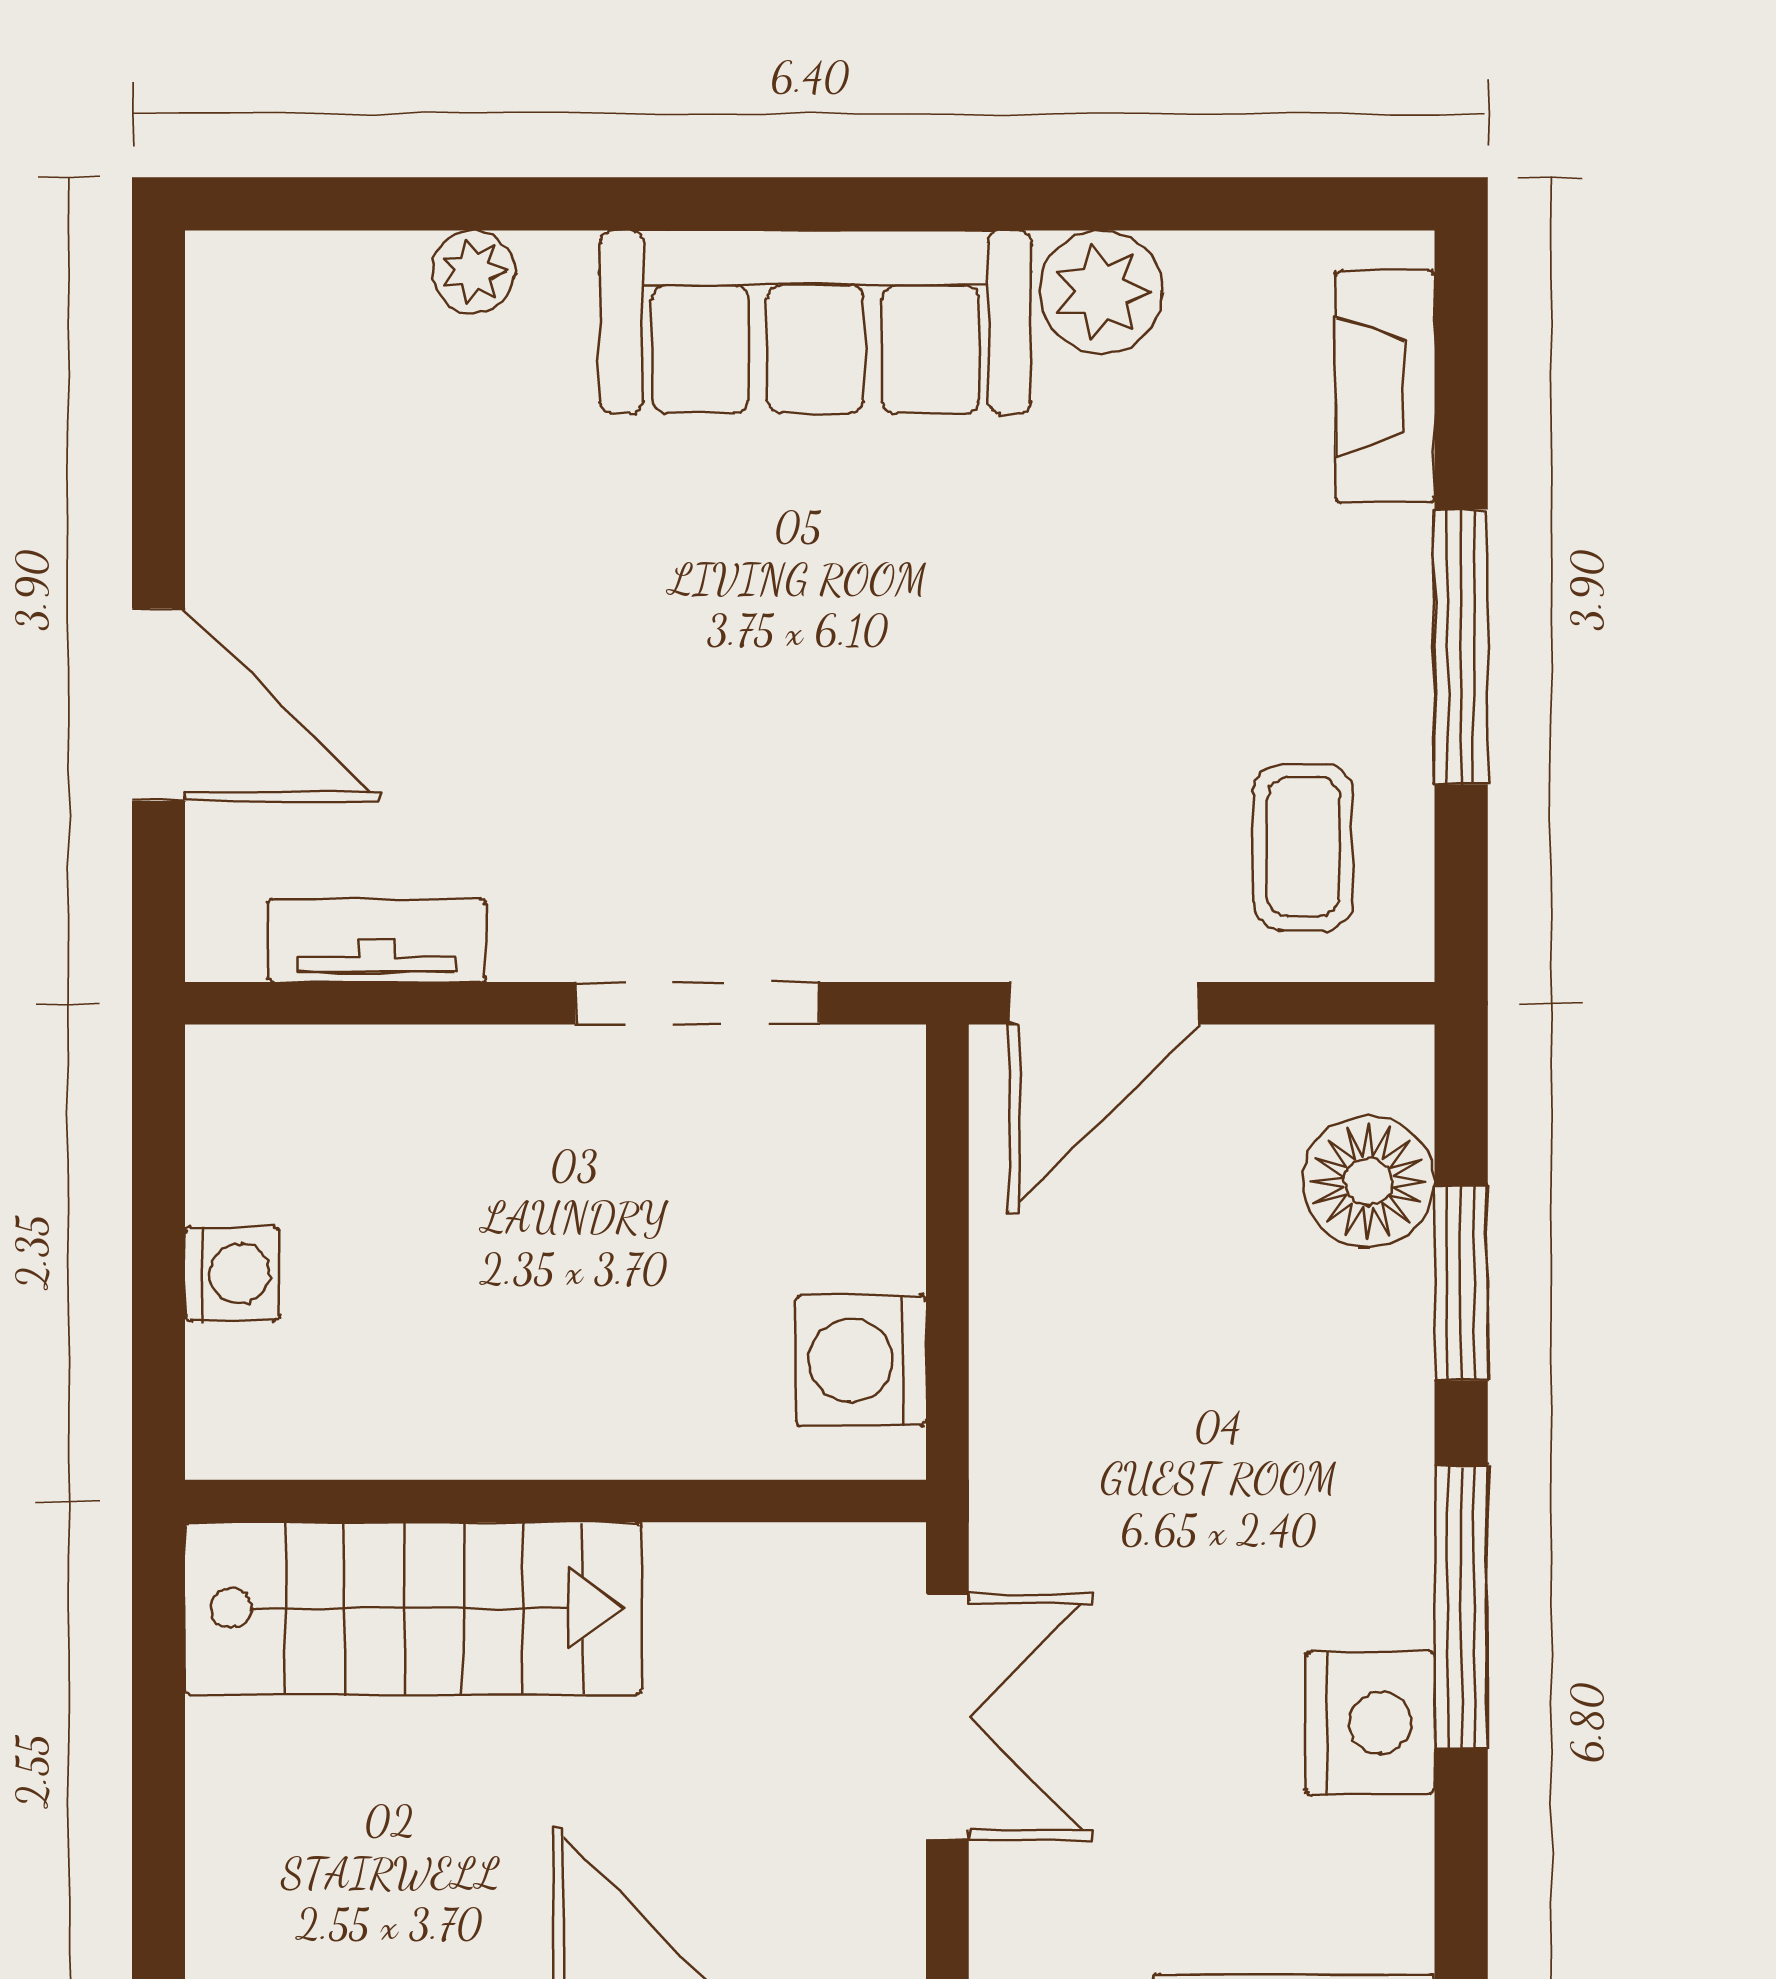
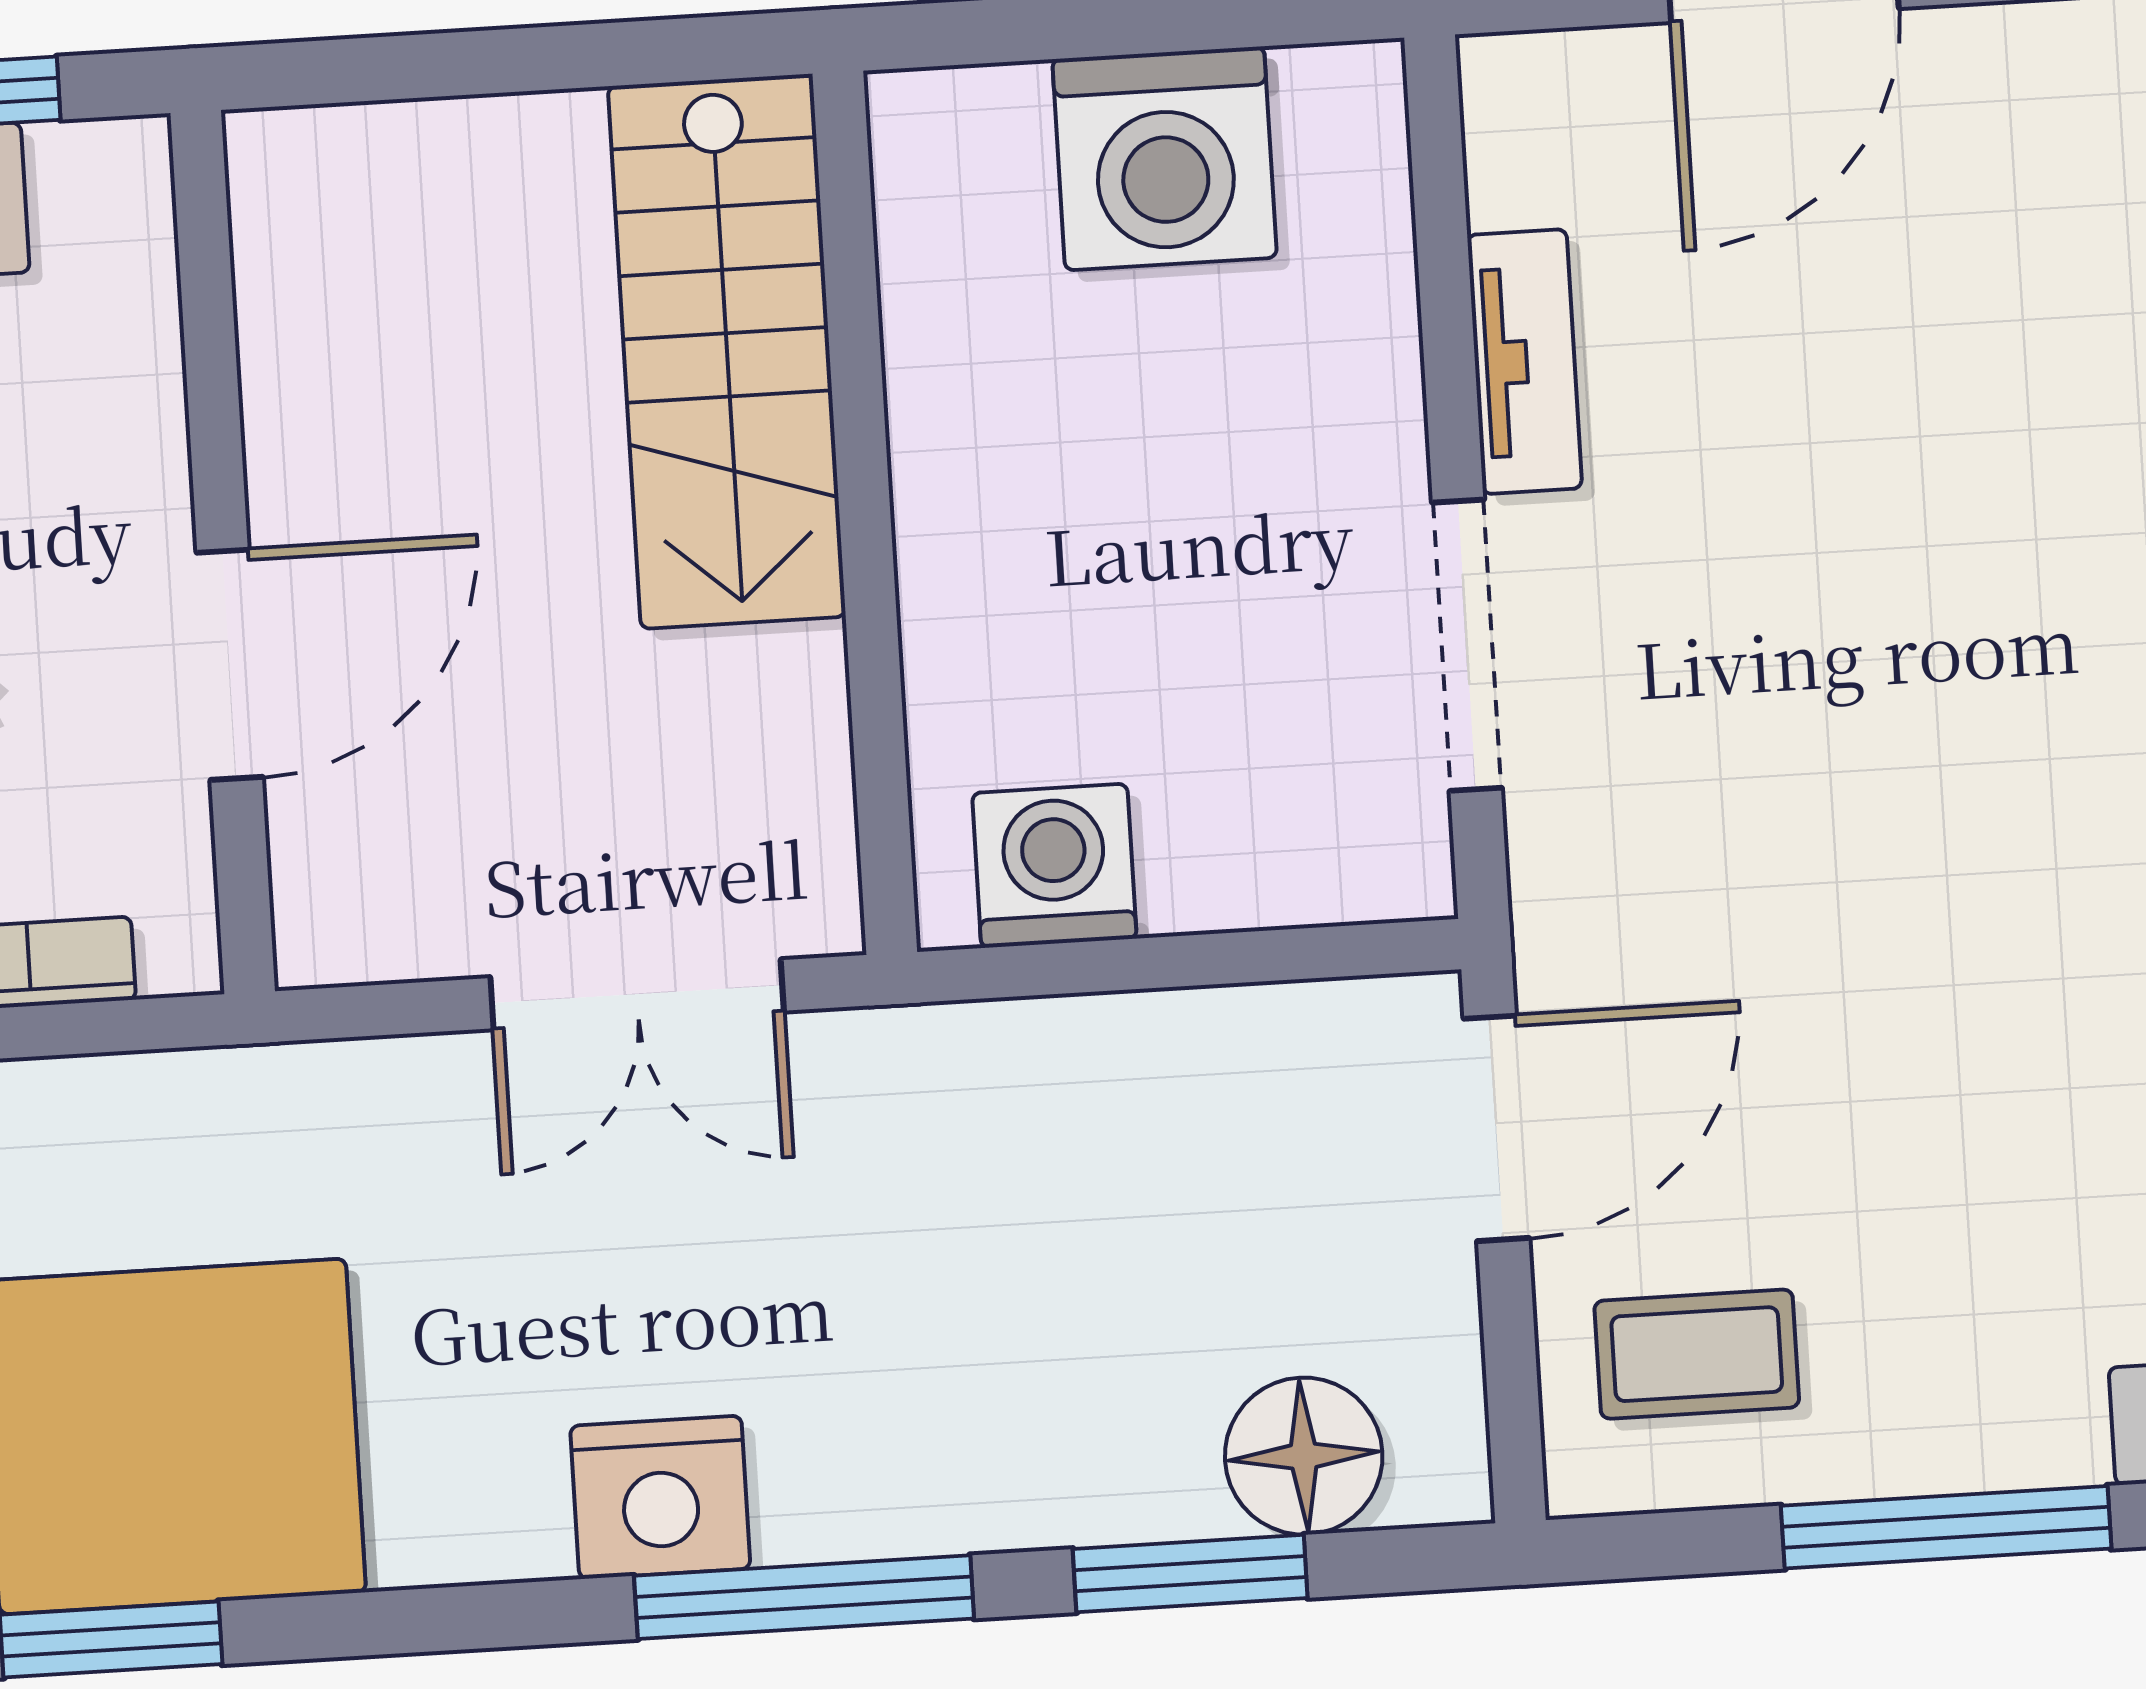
tv unit: (377, 940) -> (1525, 362), moved
door: (1104, 1003) -> (1496, 1128), swing flipped
washing machine: (232, 1274) -> (1165, 158), width x1.89, depth x1.89

